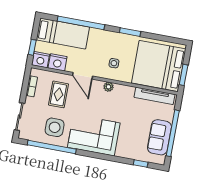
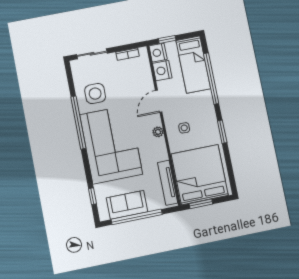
rug: (58, 94) -> (130, 84), removed
corner sofa: (94, 135) -> (111, 144), width x1.36, depth x1.36
window: (52, 147) -> (78, 123), moved

